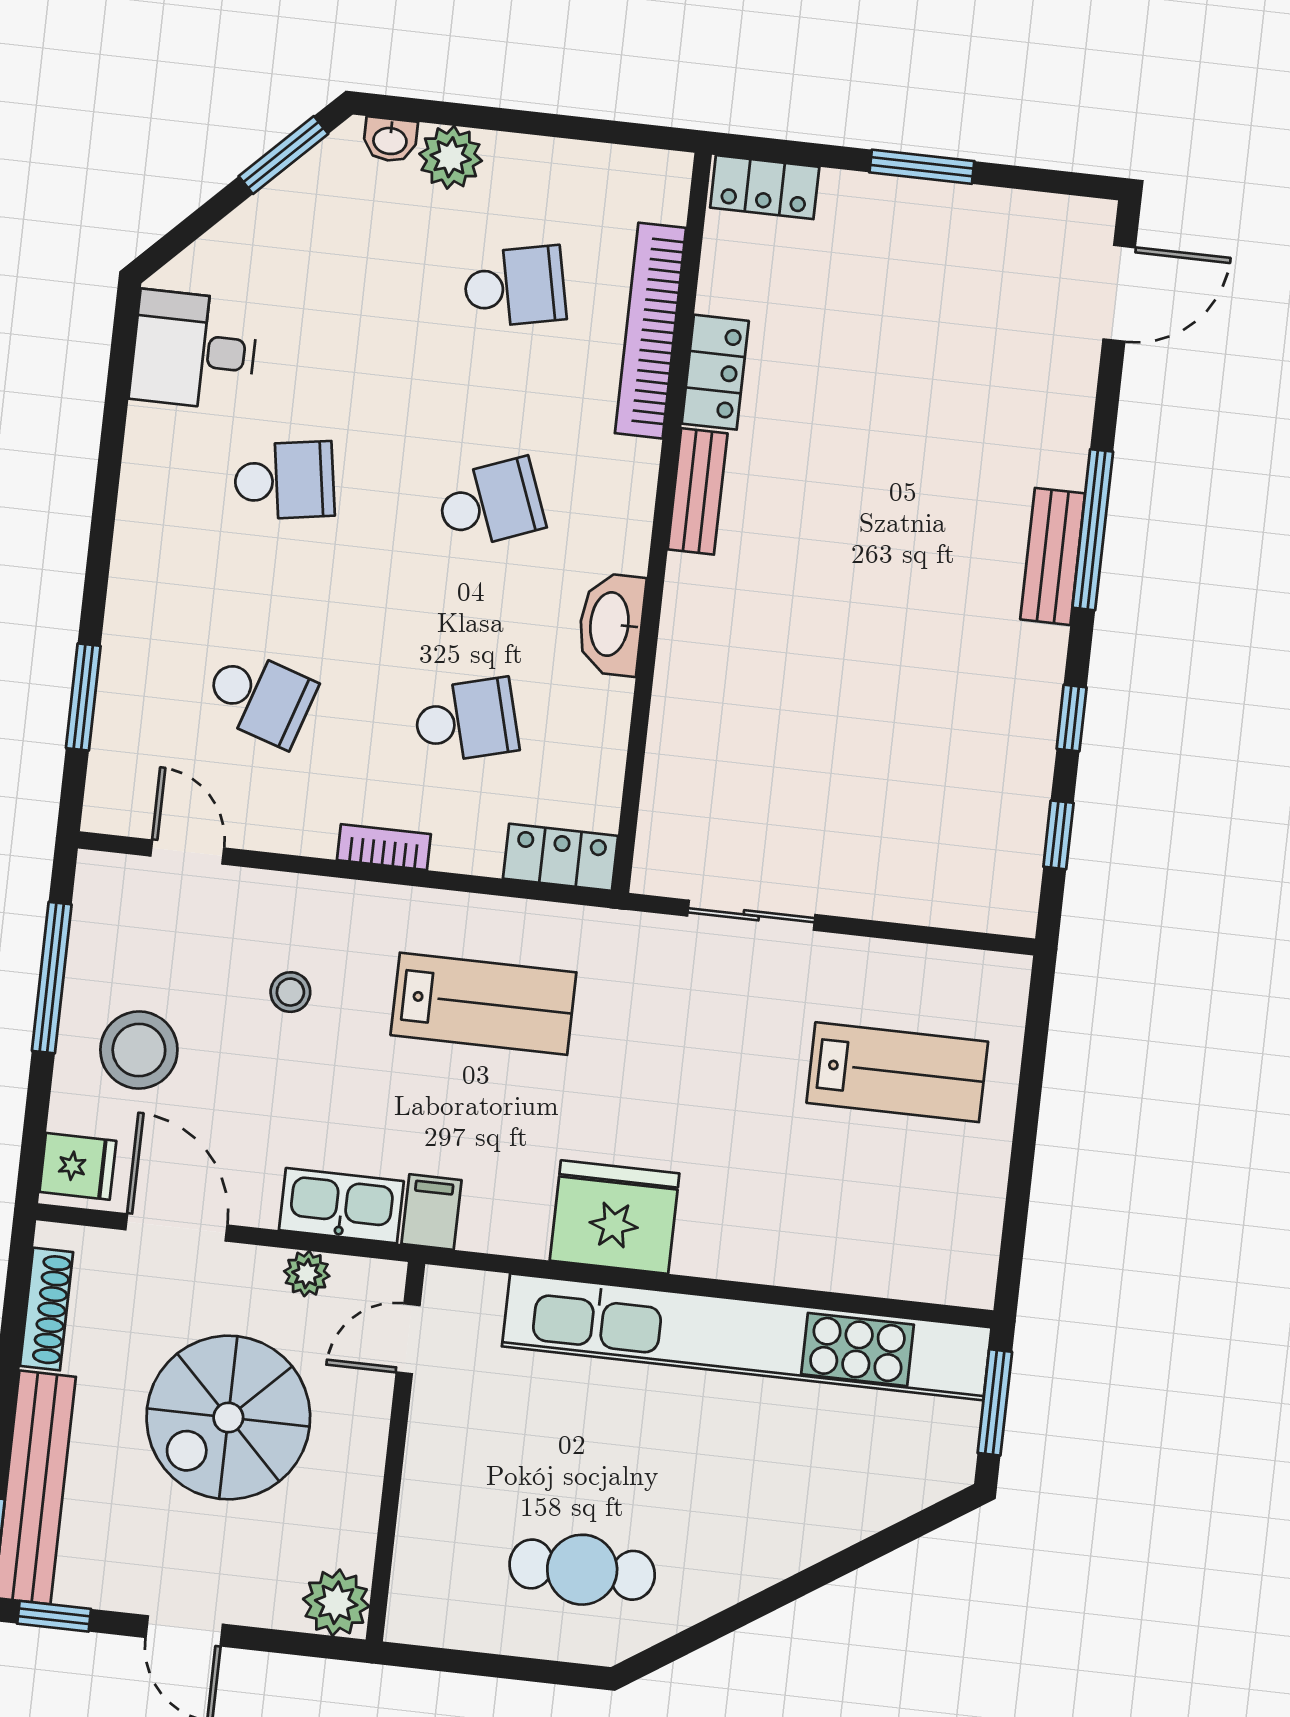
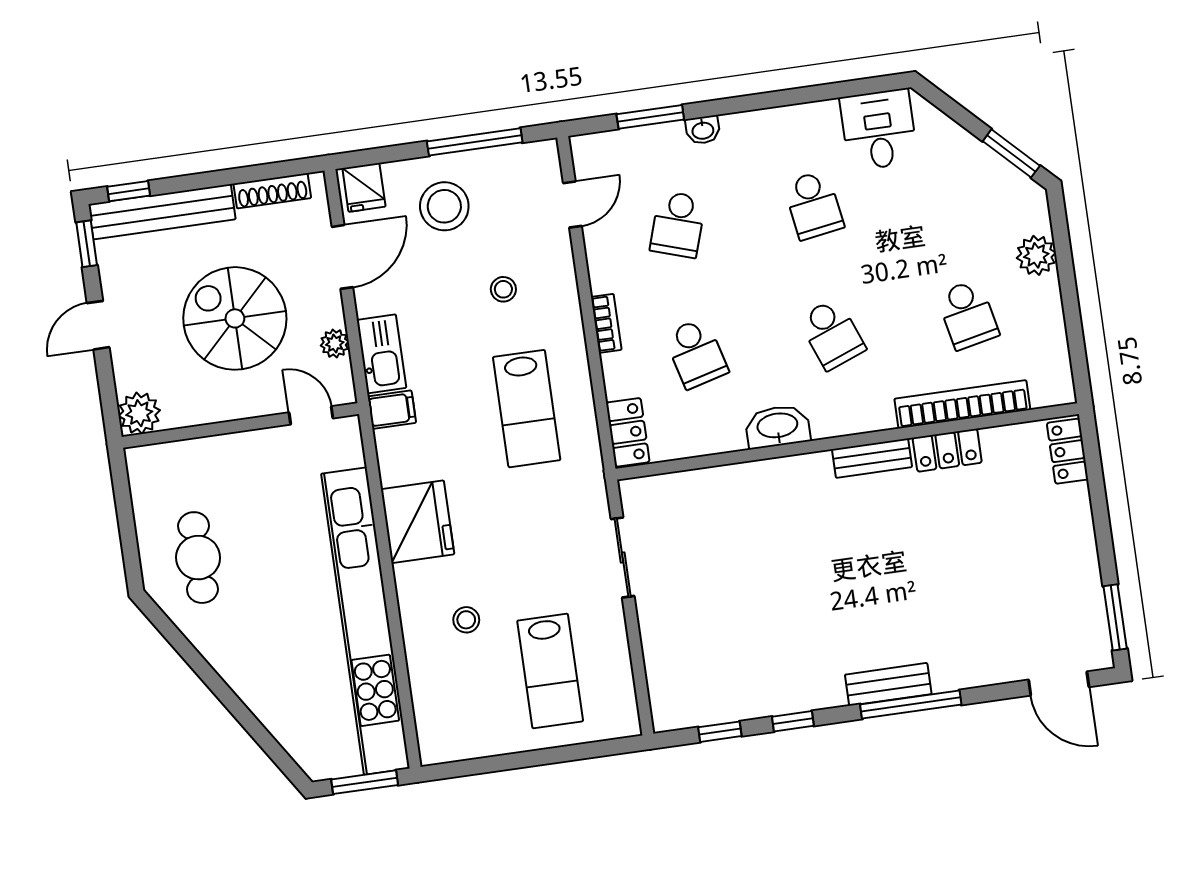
washbasin: (390, 140) -> (703, 130), moved, turned -90
window: (922, 167) -> (1115, 617), moved
stool: (785, 1181) -> (466, 620), added

